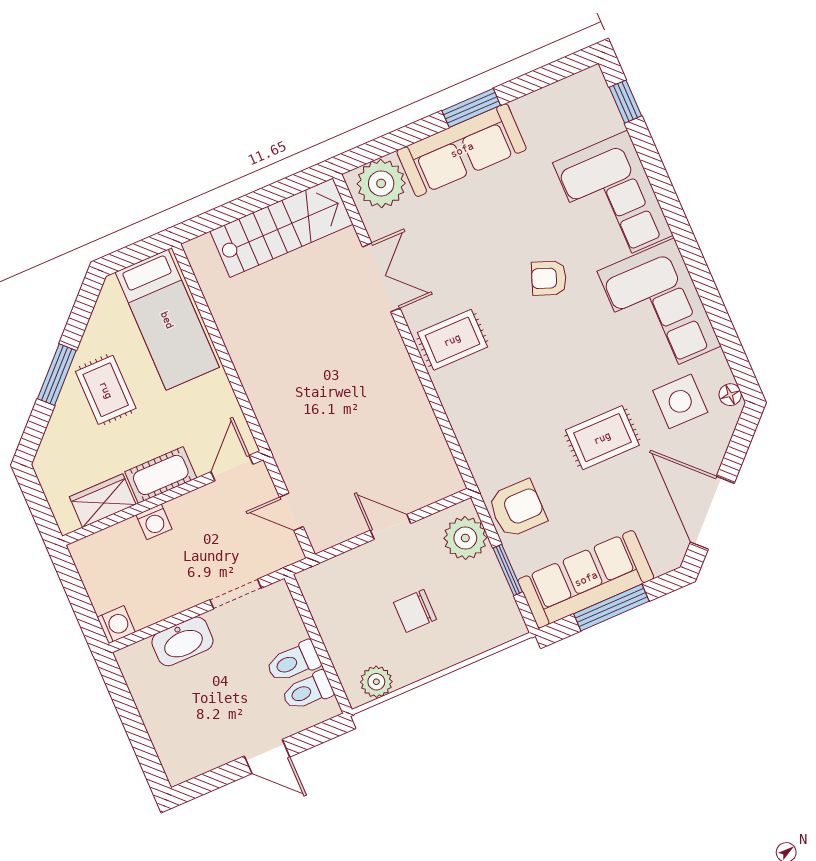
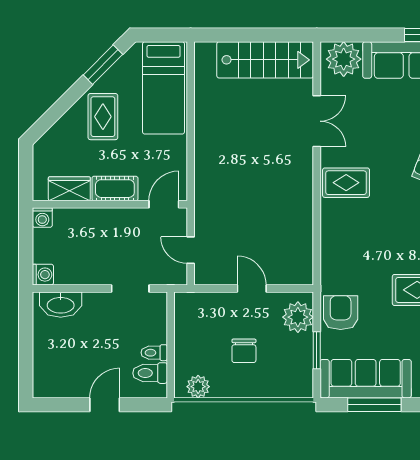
window: (57, 375) -> (103, 65), moved
armchair: (517, 509) -> (341, 313), turned -90
washing machine: (154, 522) -> (42, 218), moved
chair: (415, 611) -> (244, 351), turned -90
washbasin: (182, 641) -> (61, 305), moved
toilet: (293, 662) -> (154, 353), width x0.73, depth x0.72
door: (267, 757) -> (105, 405), swing flipped

